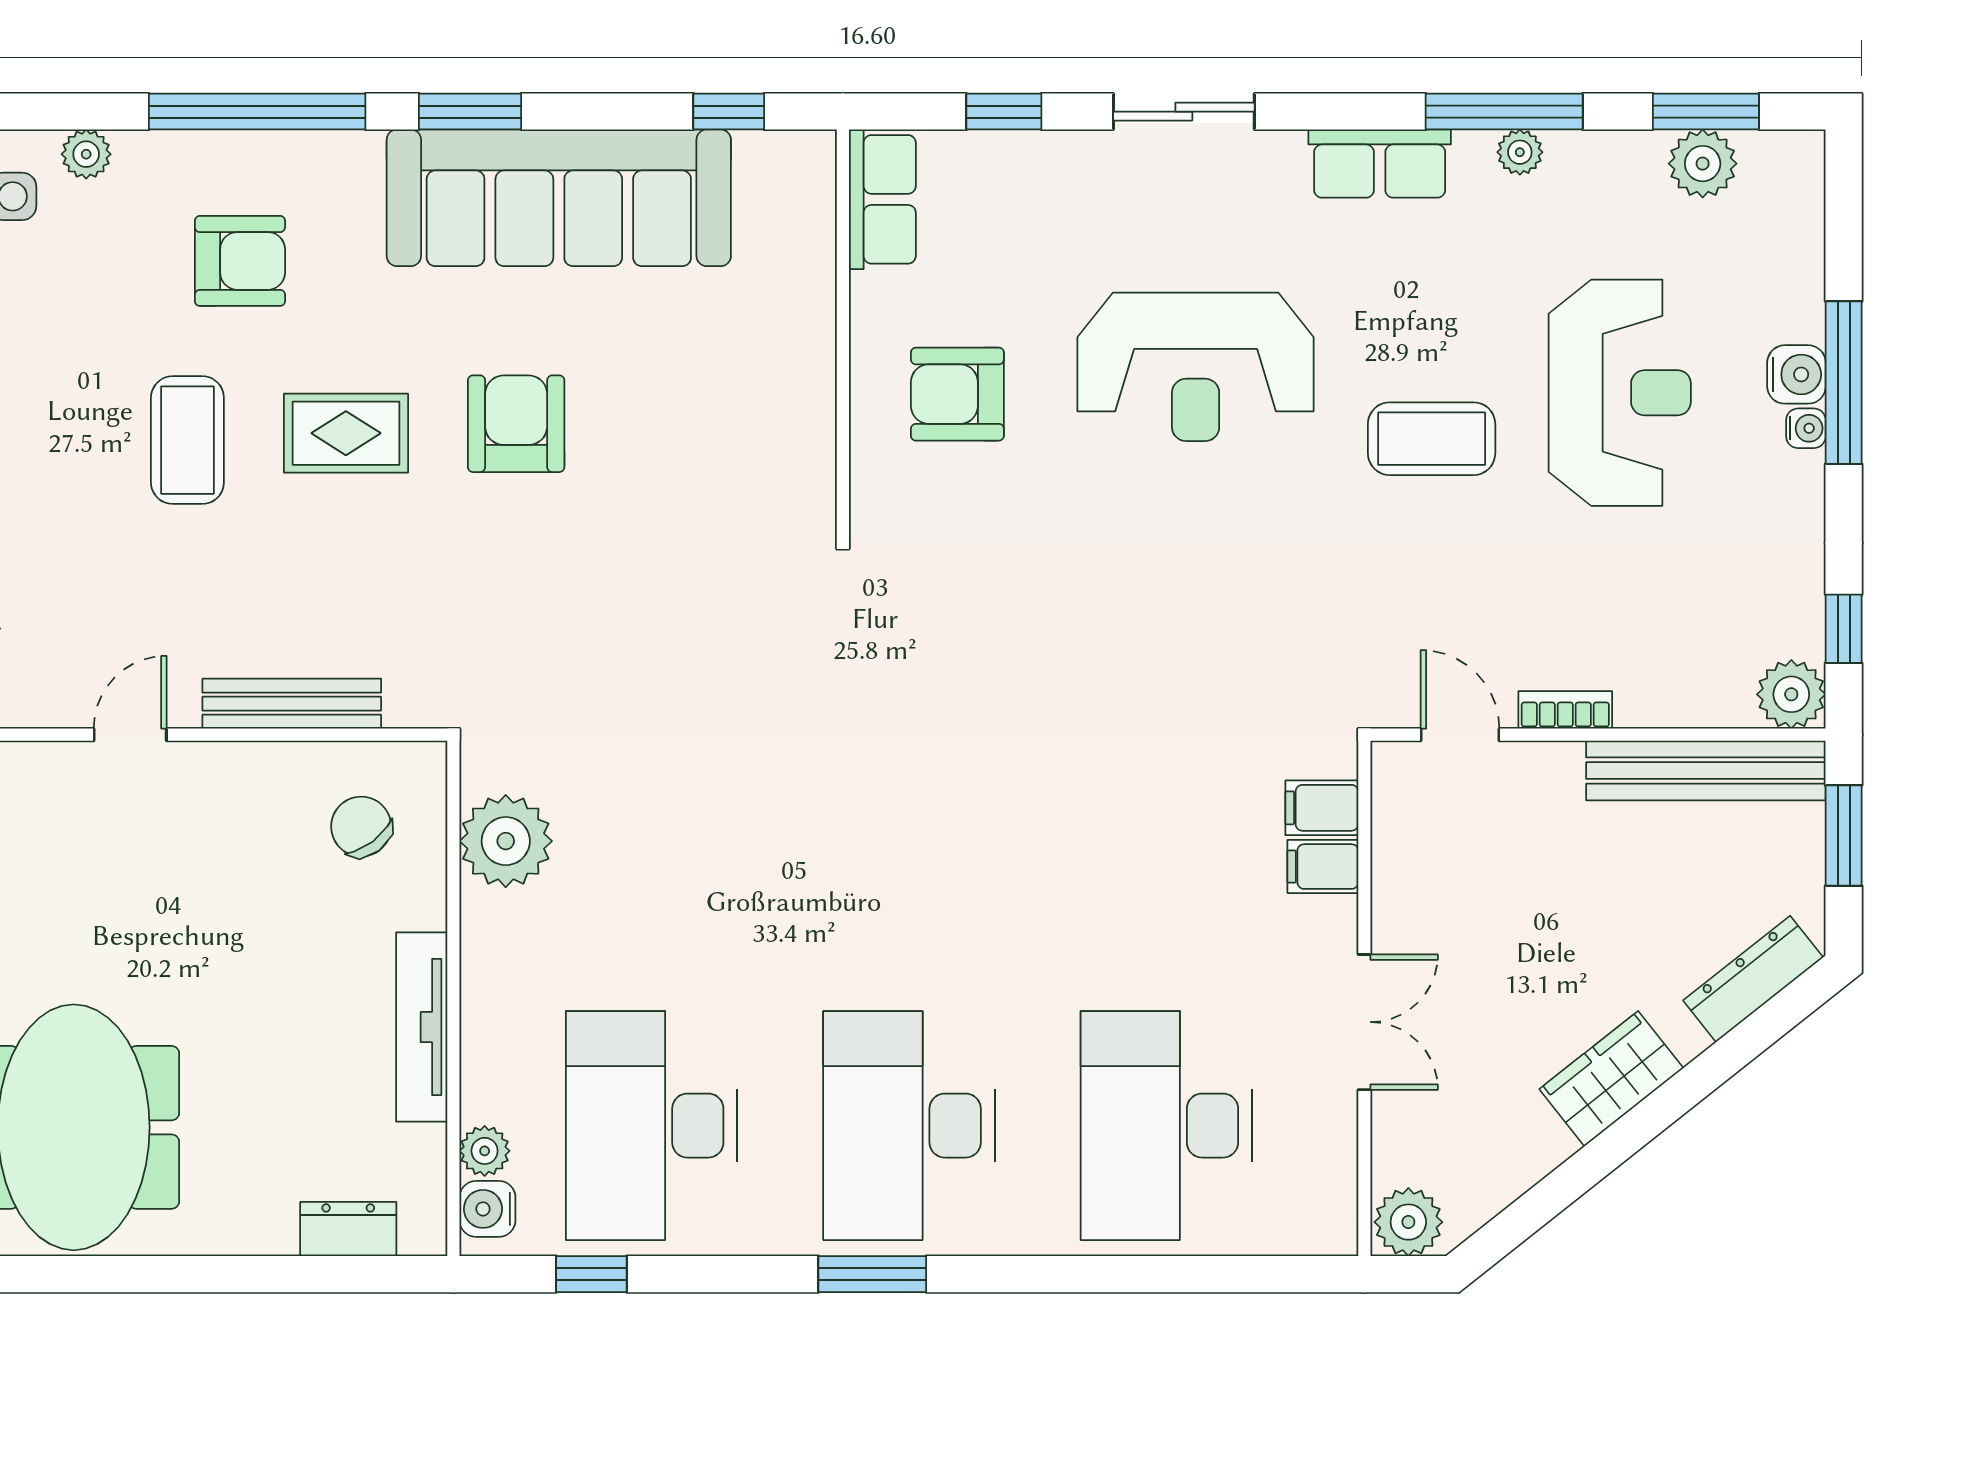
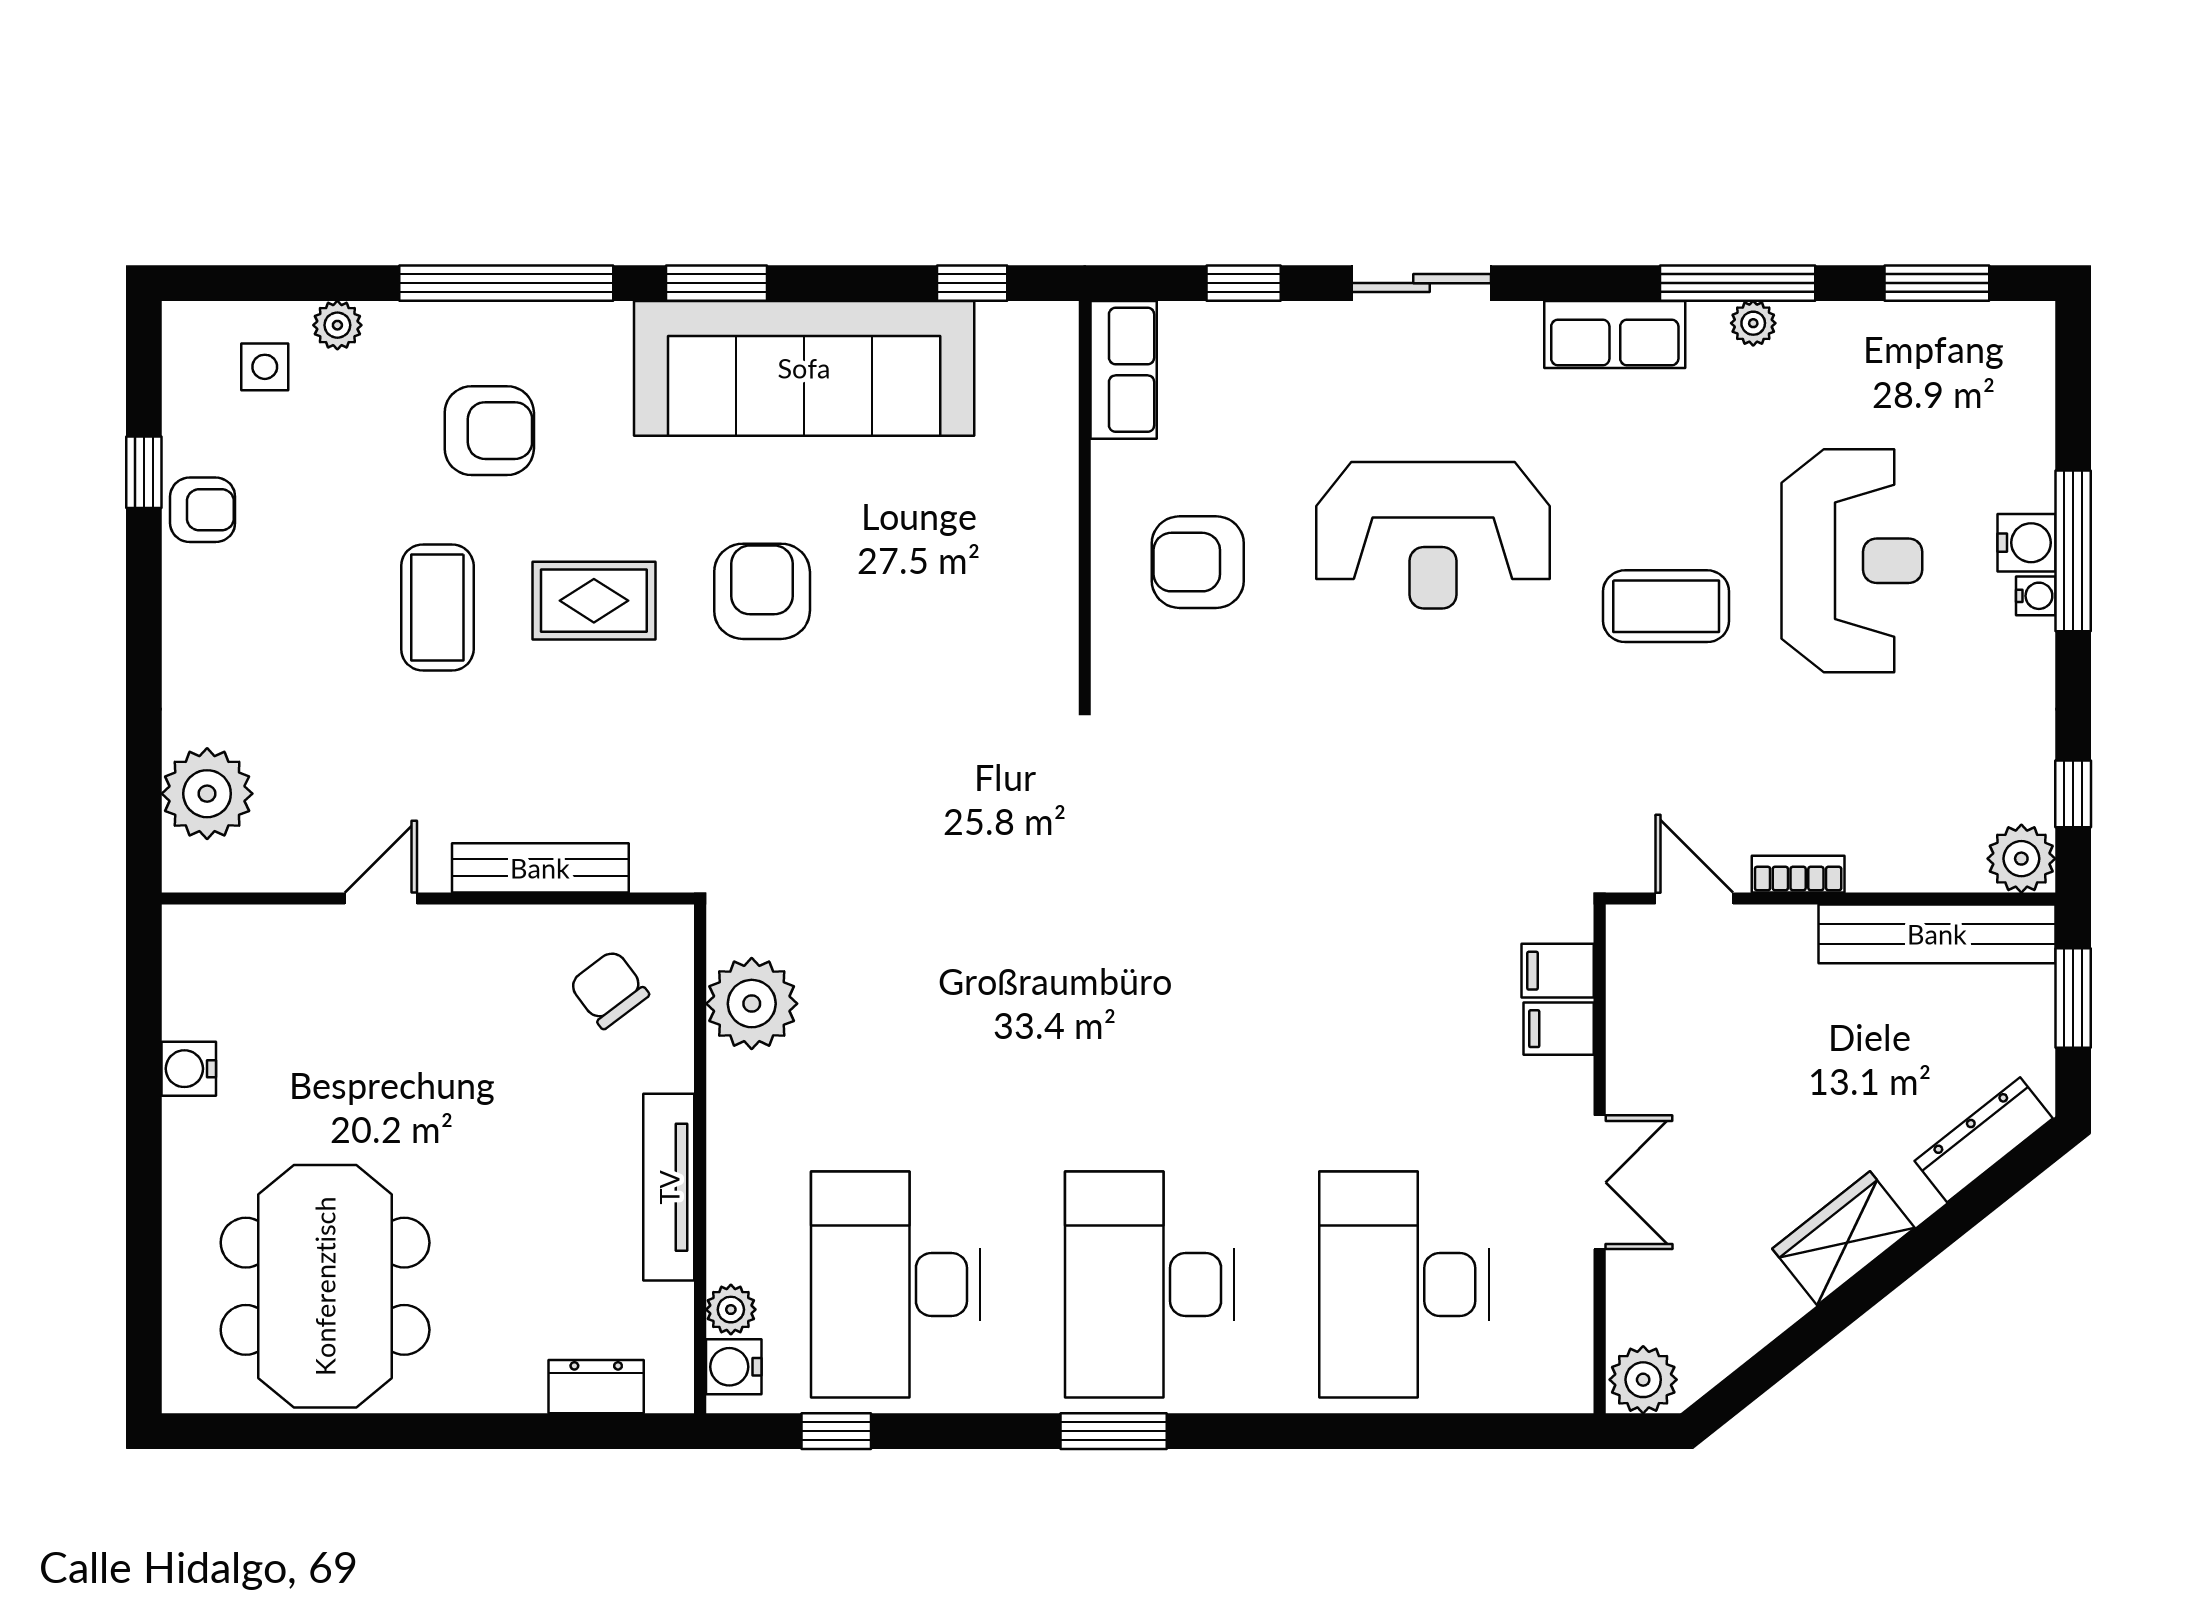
plant: (1703, 164) -> (1934, 334), removed

